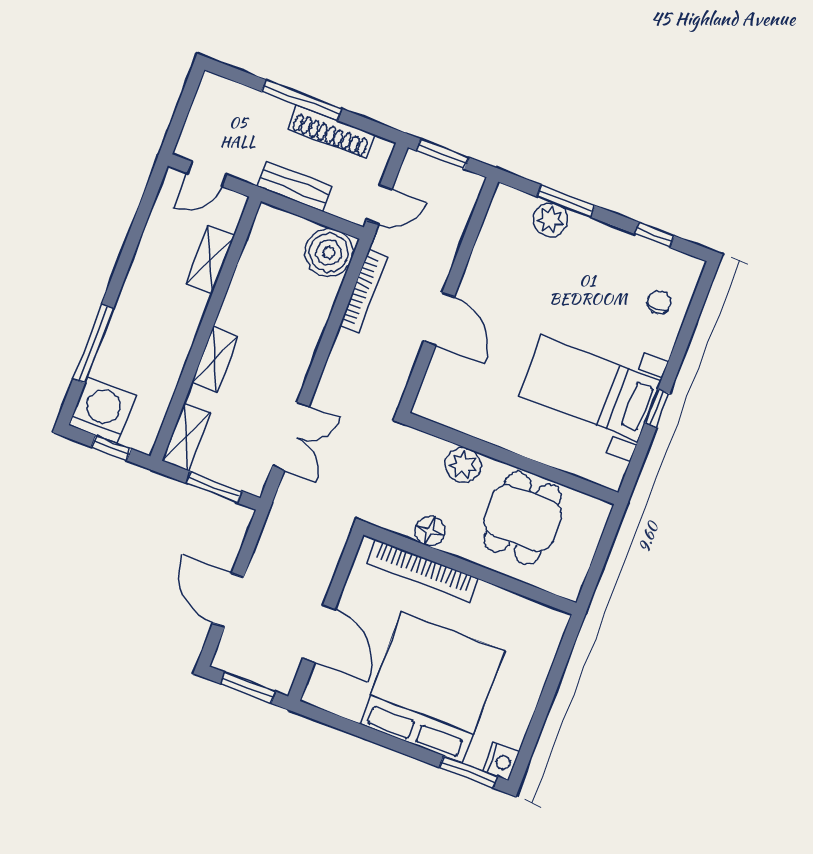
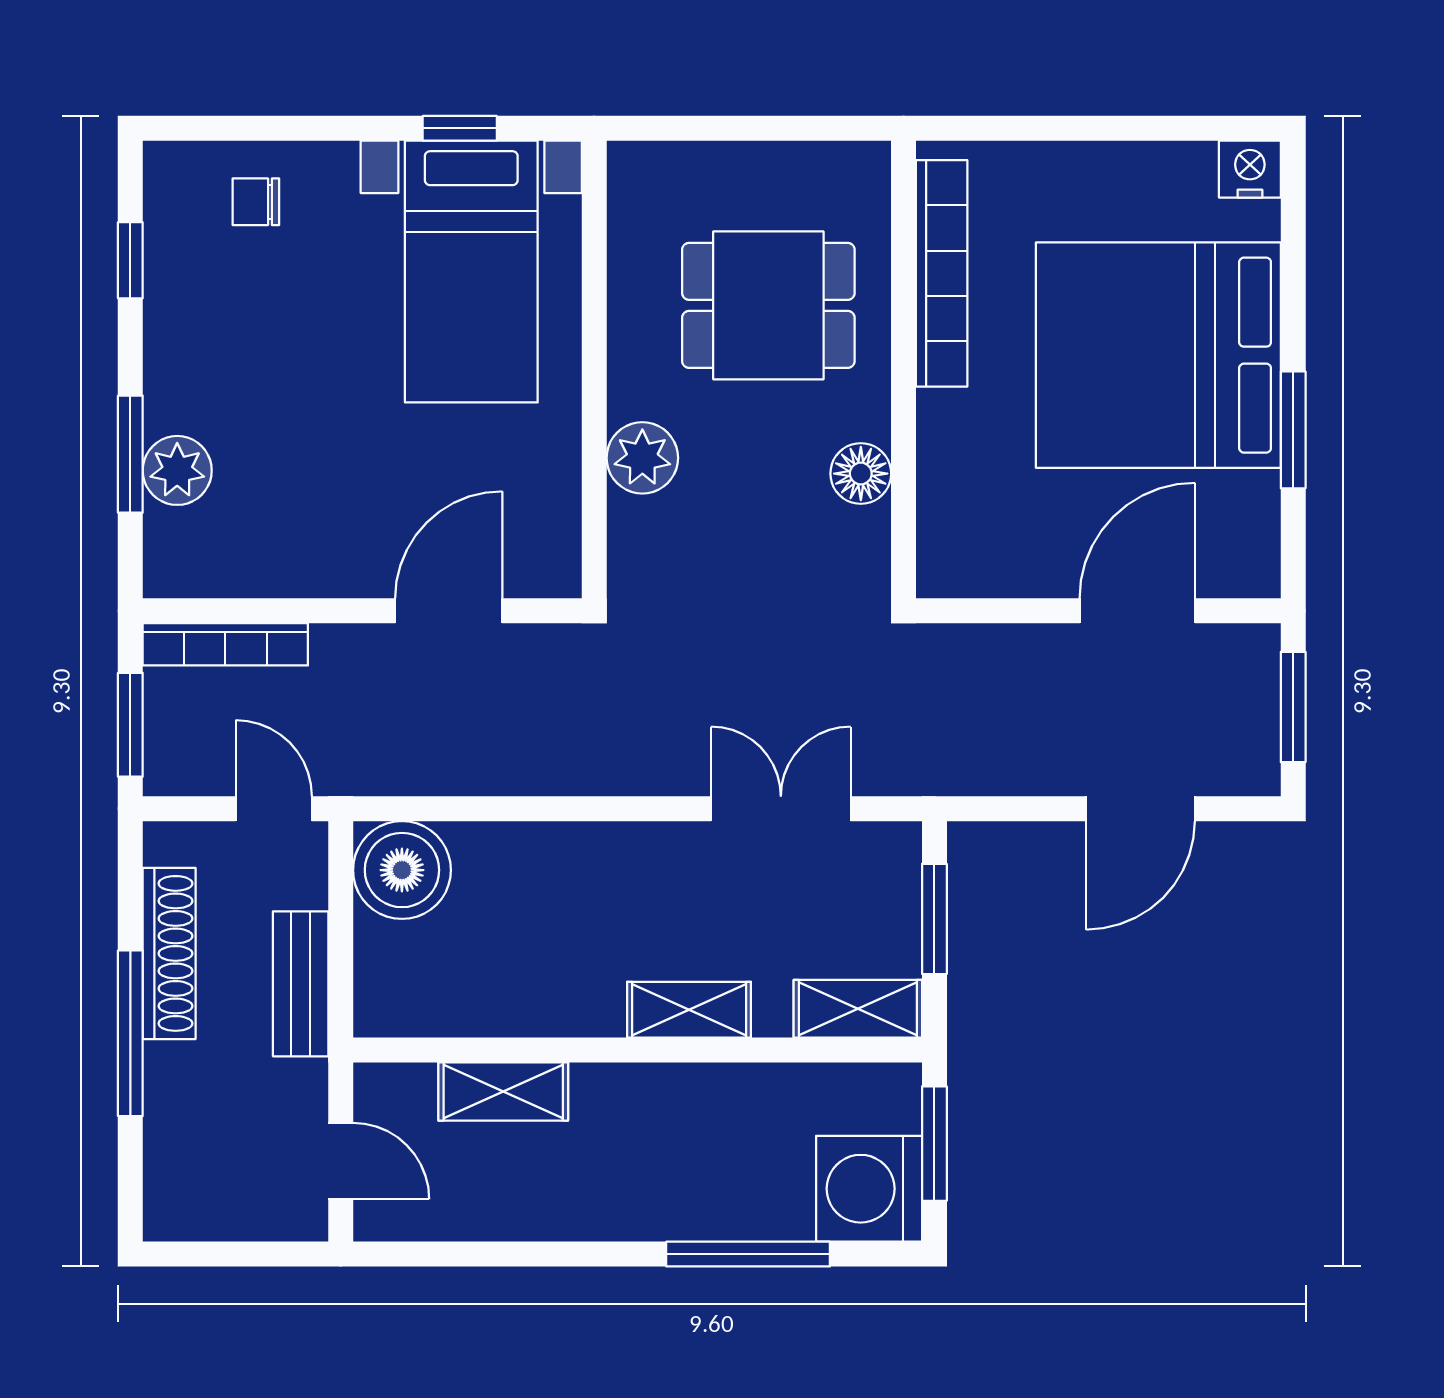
bookcase: (364, 291) -> (225, 644), moved, turned 180
window: (111, 448) -> (934, 1144), width x1.50
wall: (512, 459) -> (594, 370), moved
plant: (463, 465) -> (642, 458), moved
bookcase: (422, 570) -> (942, 273), moved
window: (468, 772) -> (1293, 430), moved

